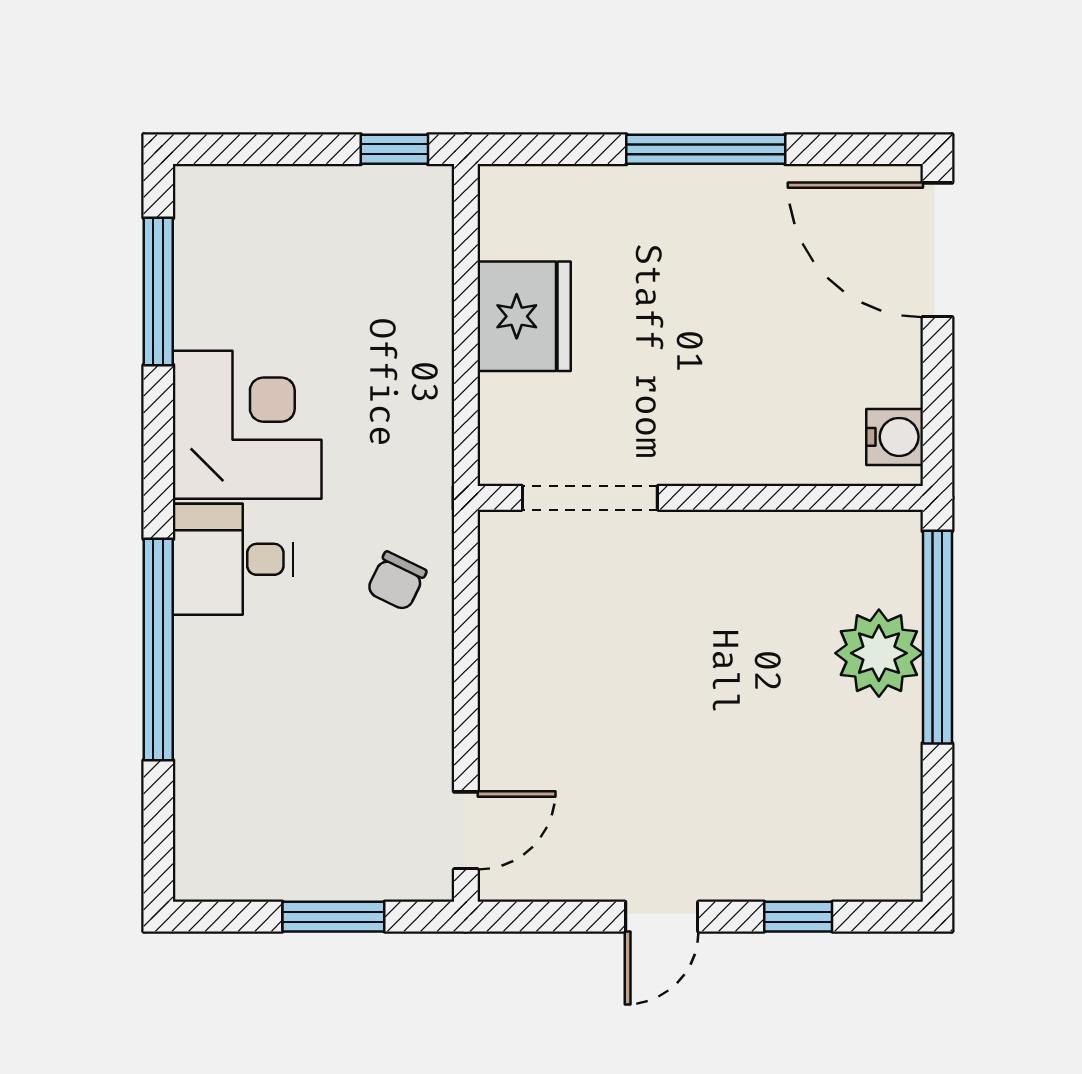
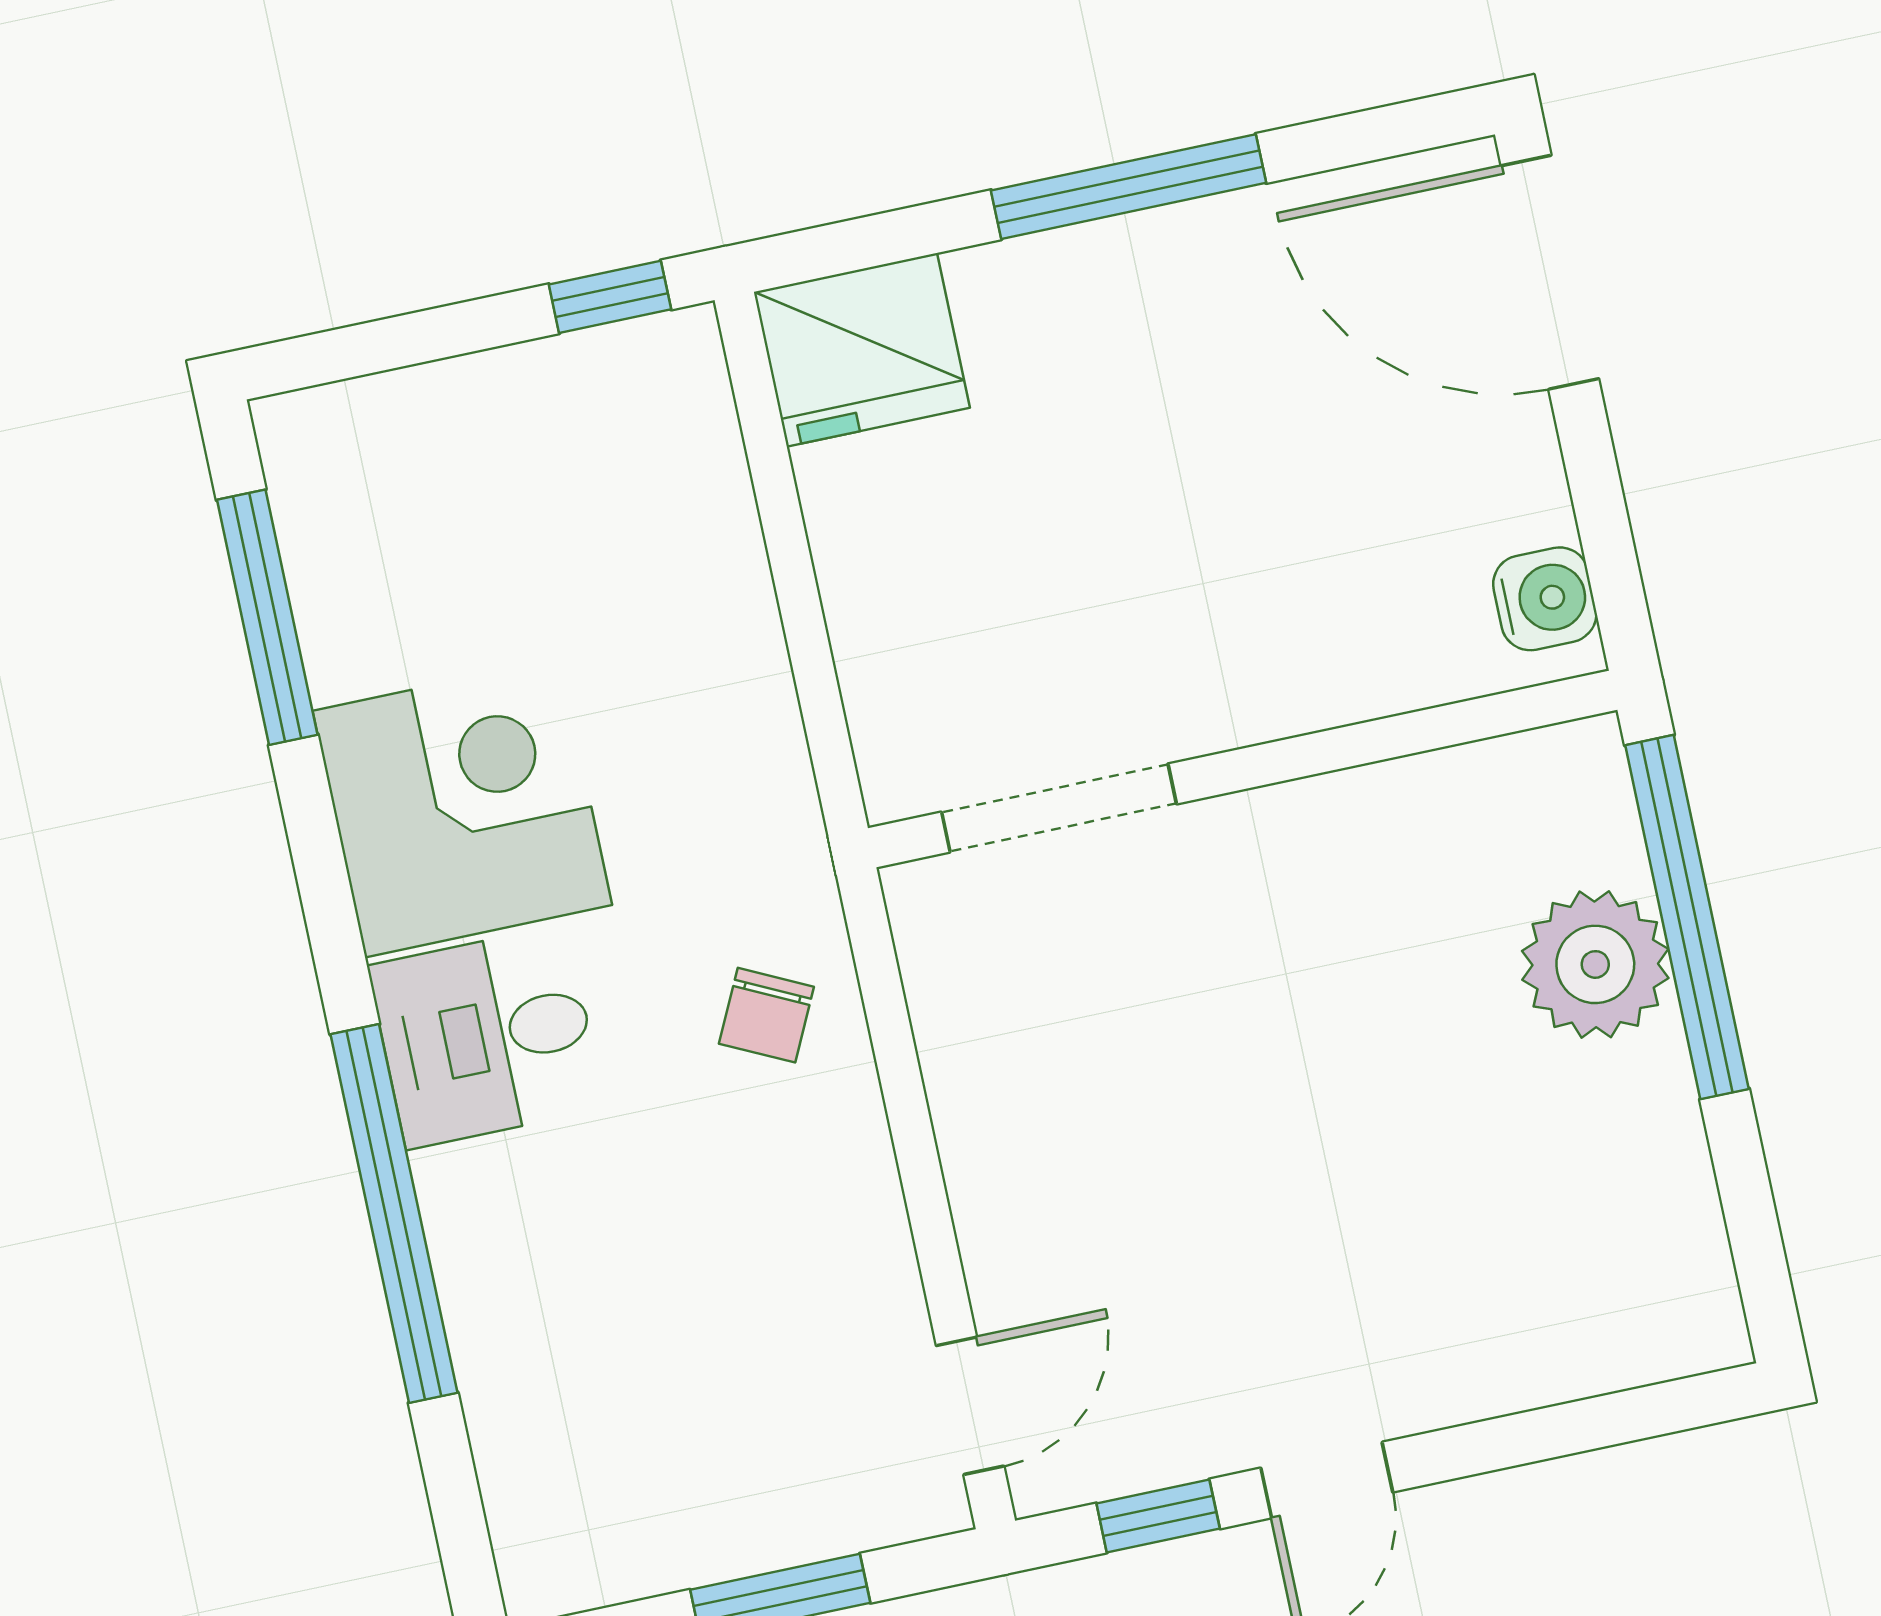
fridge: (524, 316) -> (862, 350), moved, turned 90
window: (798, 917) -> (1158, 1516), moved

